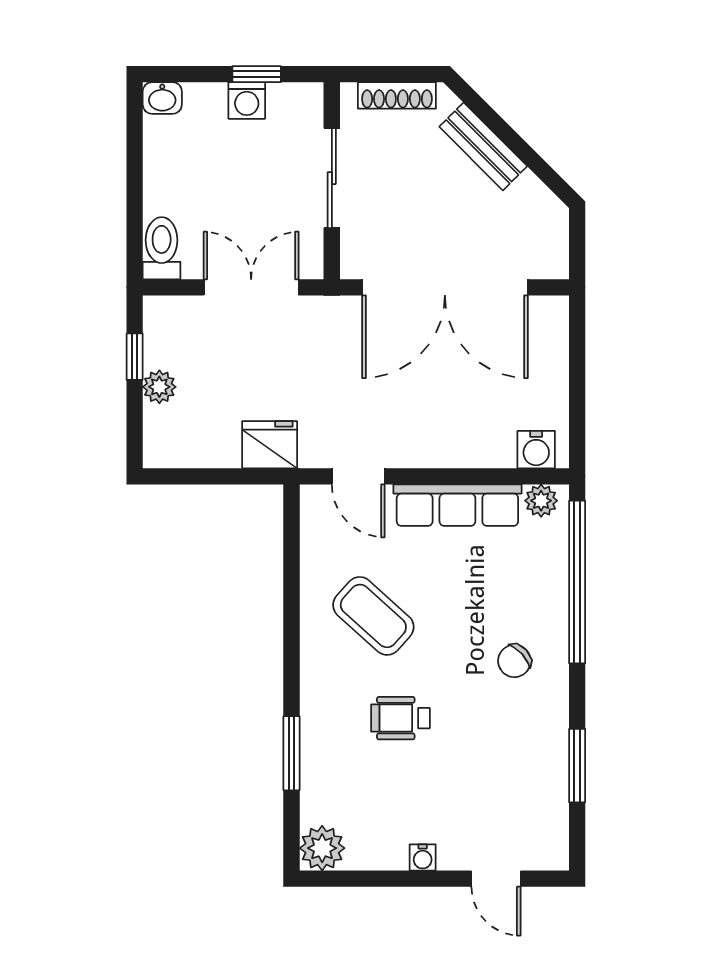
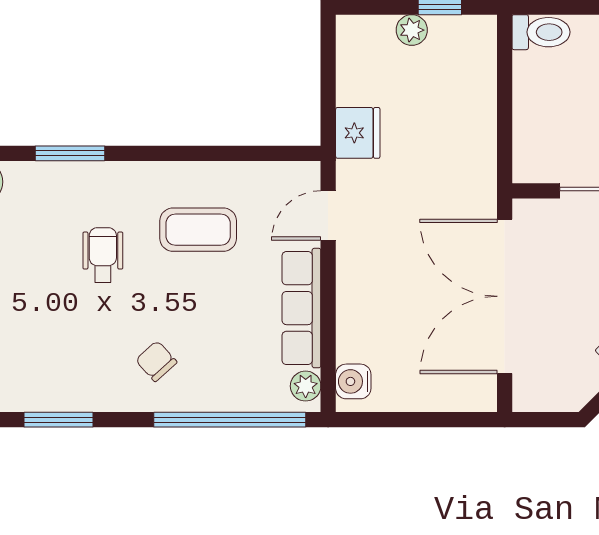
double door: (251, 287) -> (505, 116), removed
coffee table: (373, 616) -> (198, 230), turned 48

